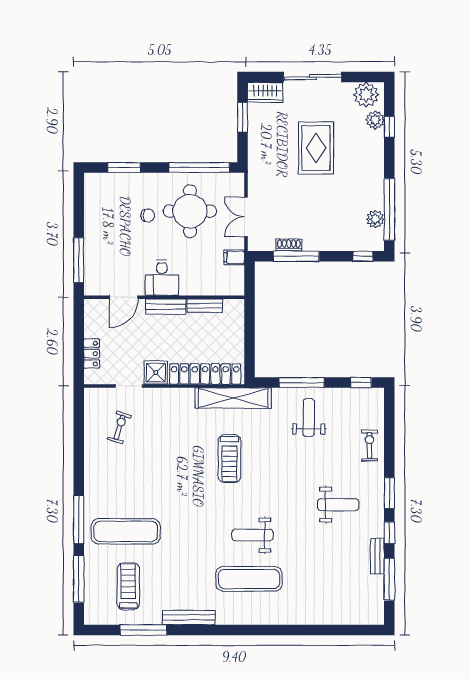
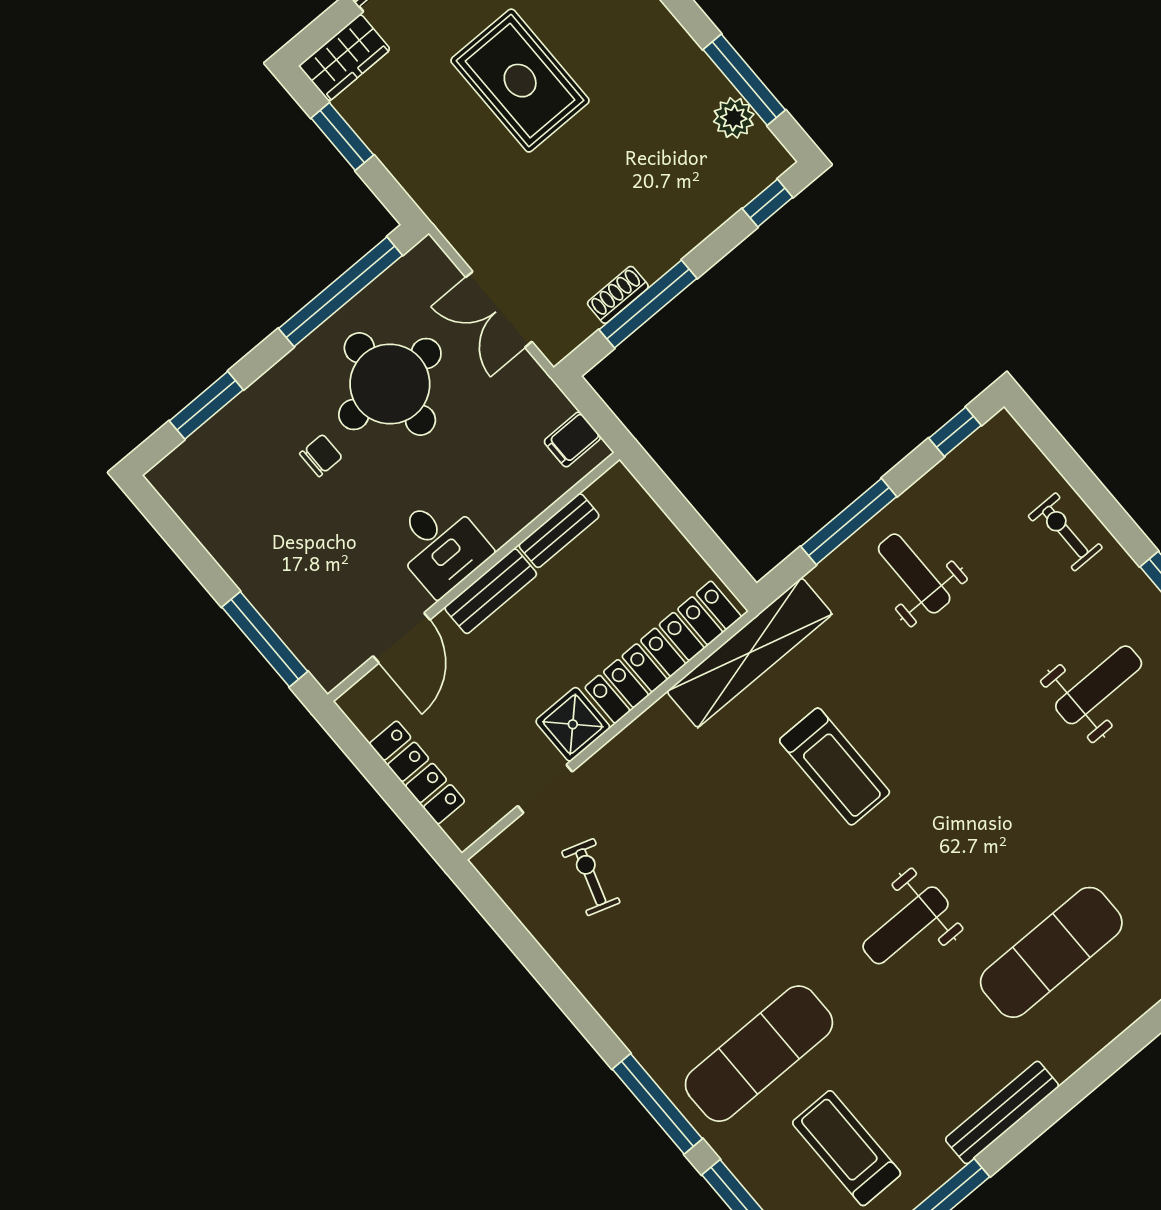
window: (389, 210) -> (744, 80), width x0.68
filing cabinet: (234, 257) -> (572, 439), moved
locker: (92, 354) -> (417, 772), width x1.53
weight bench: (252, 535) -> (905, 925), moved

